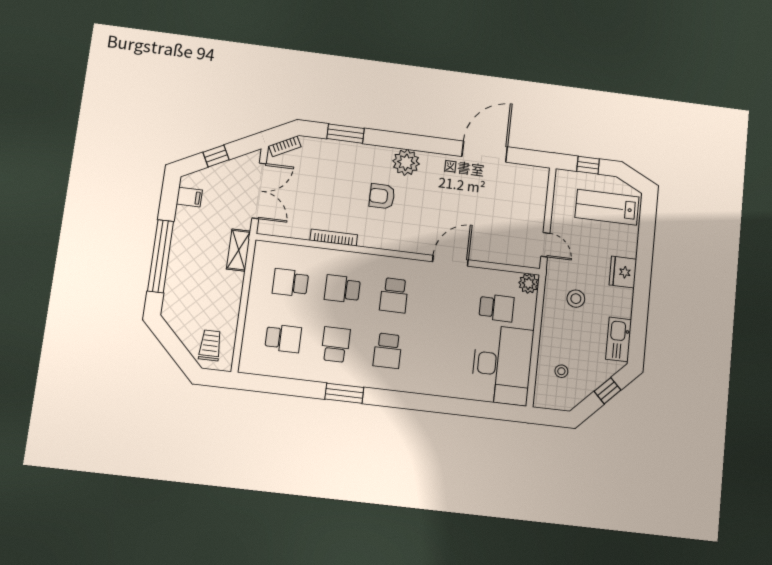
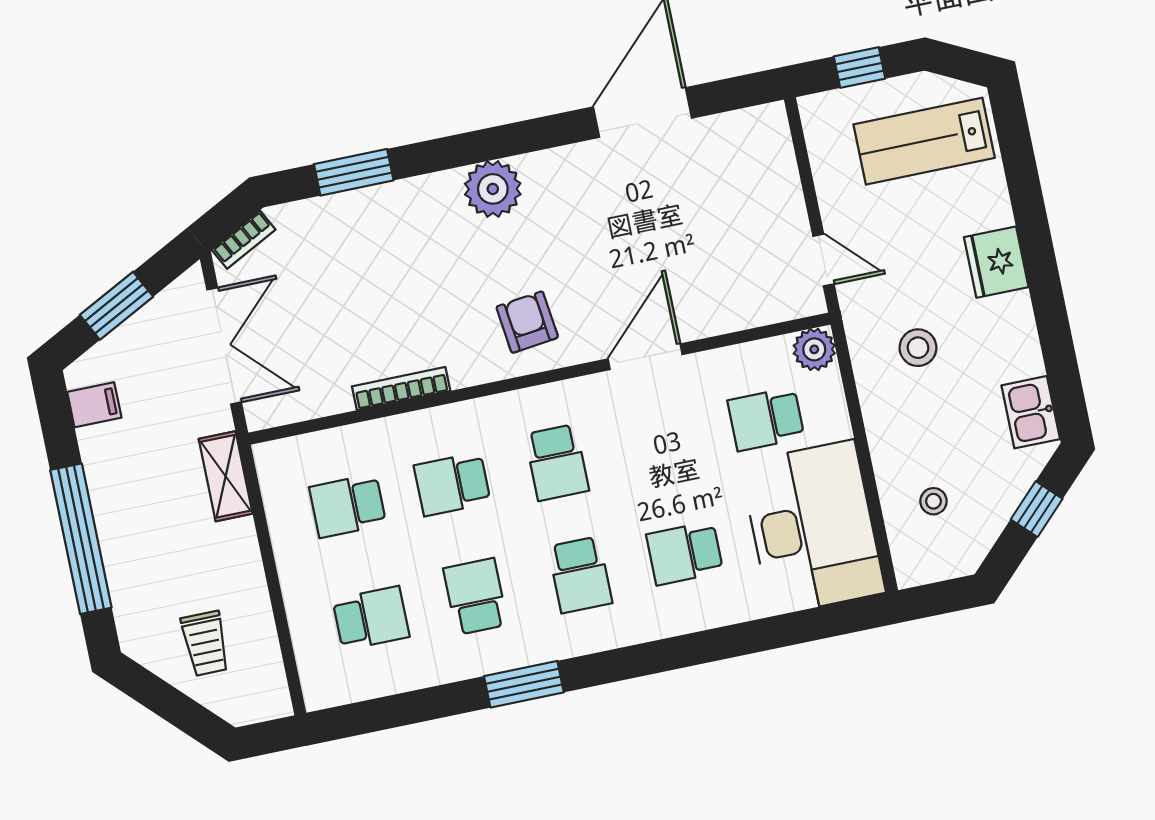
window: (216, 156) -> (117, 306), width x1.50
armchair: (382, 196) -> (527, 322), moved, turned 83
school desk: (496, 308) -> (766, 419), turned 180
kitchen sink: (619, 339) -> (1031, 412), width x0.73
trolley: (210, 345) -> (205, 643), moved, turned 180
school desk: (439, 357) -> (685, 553), added

